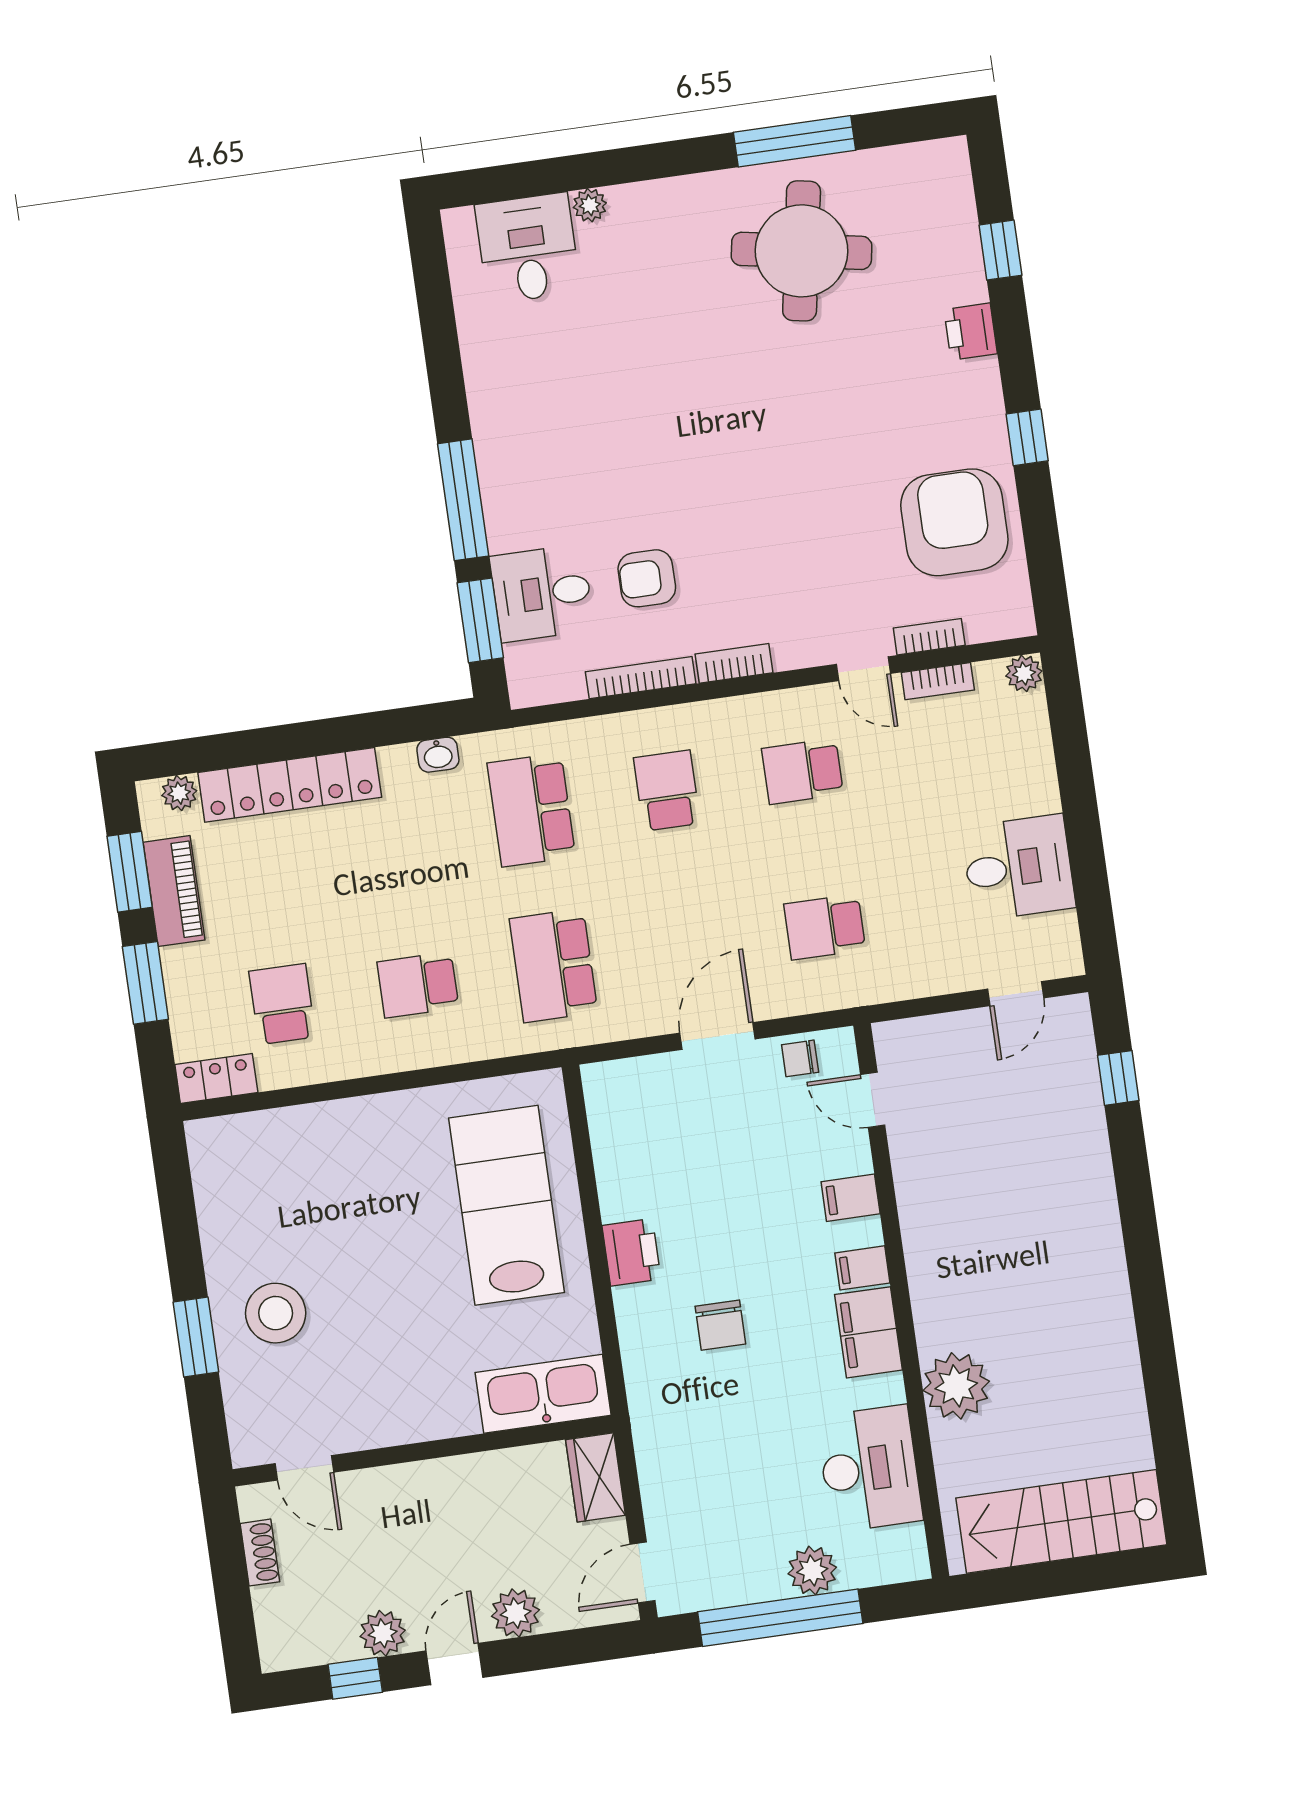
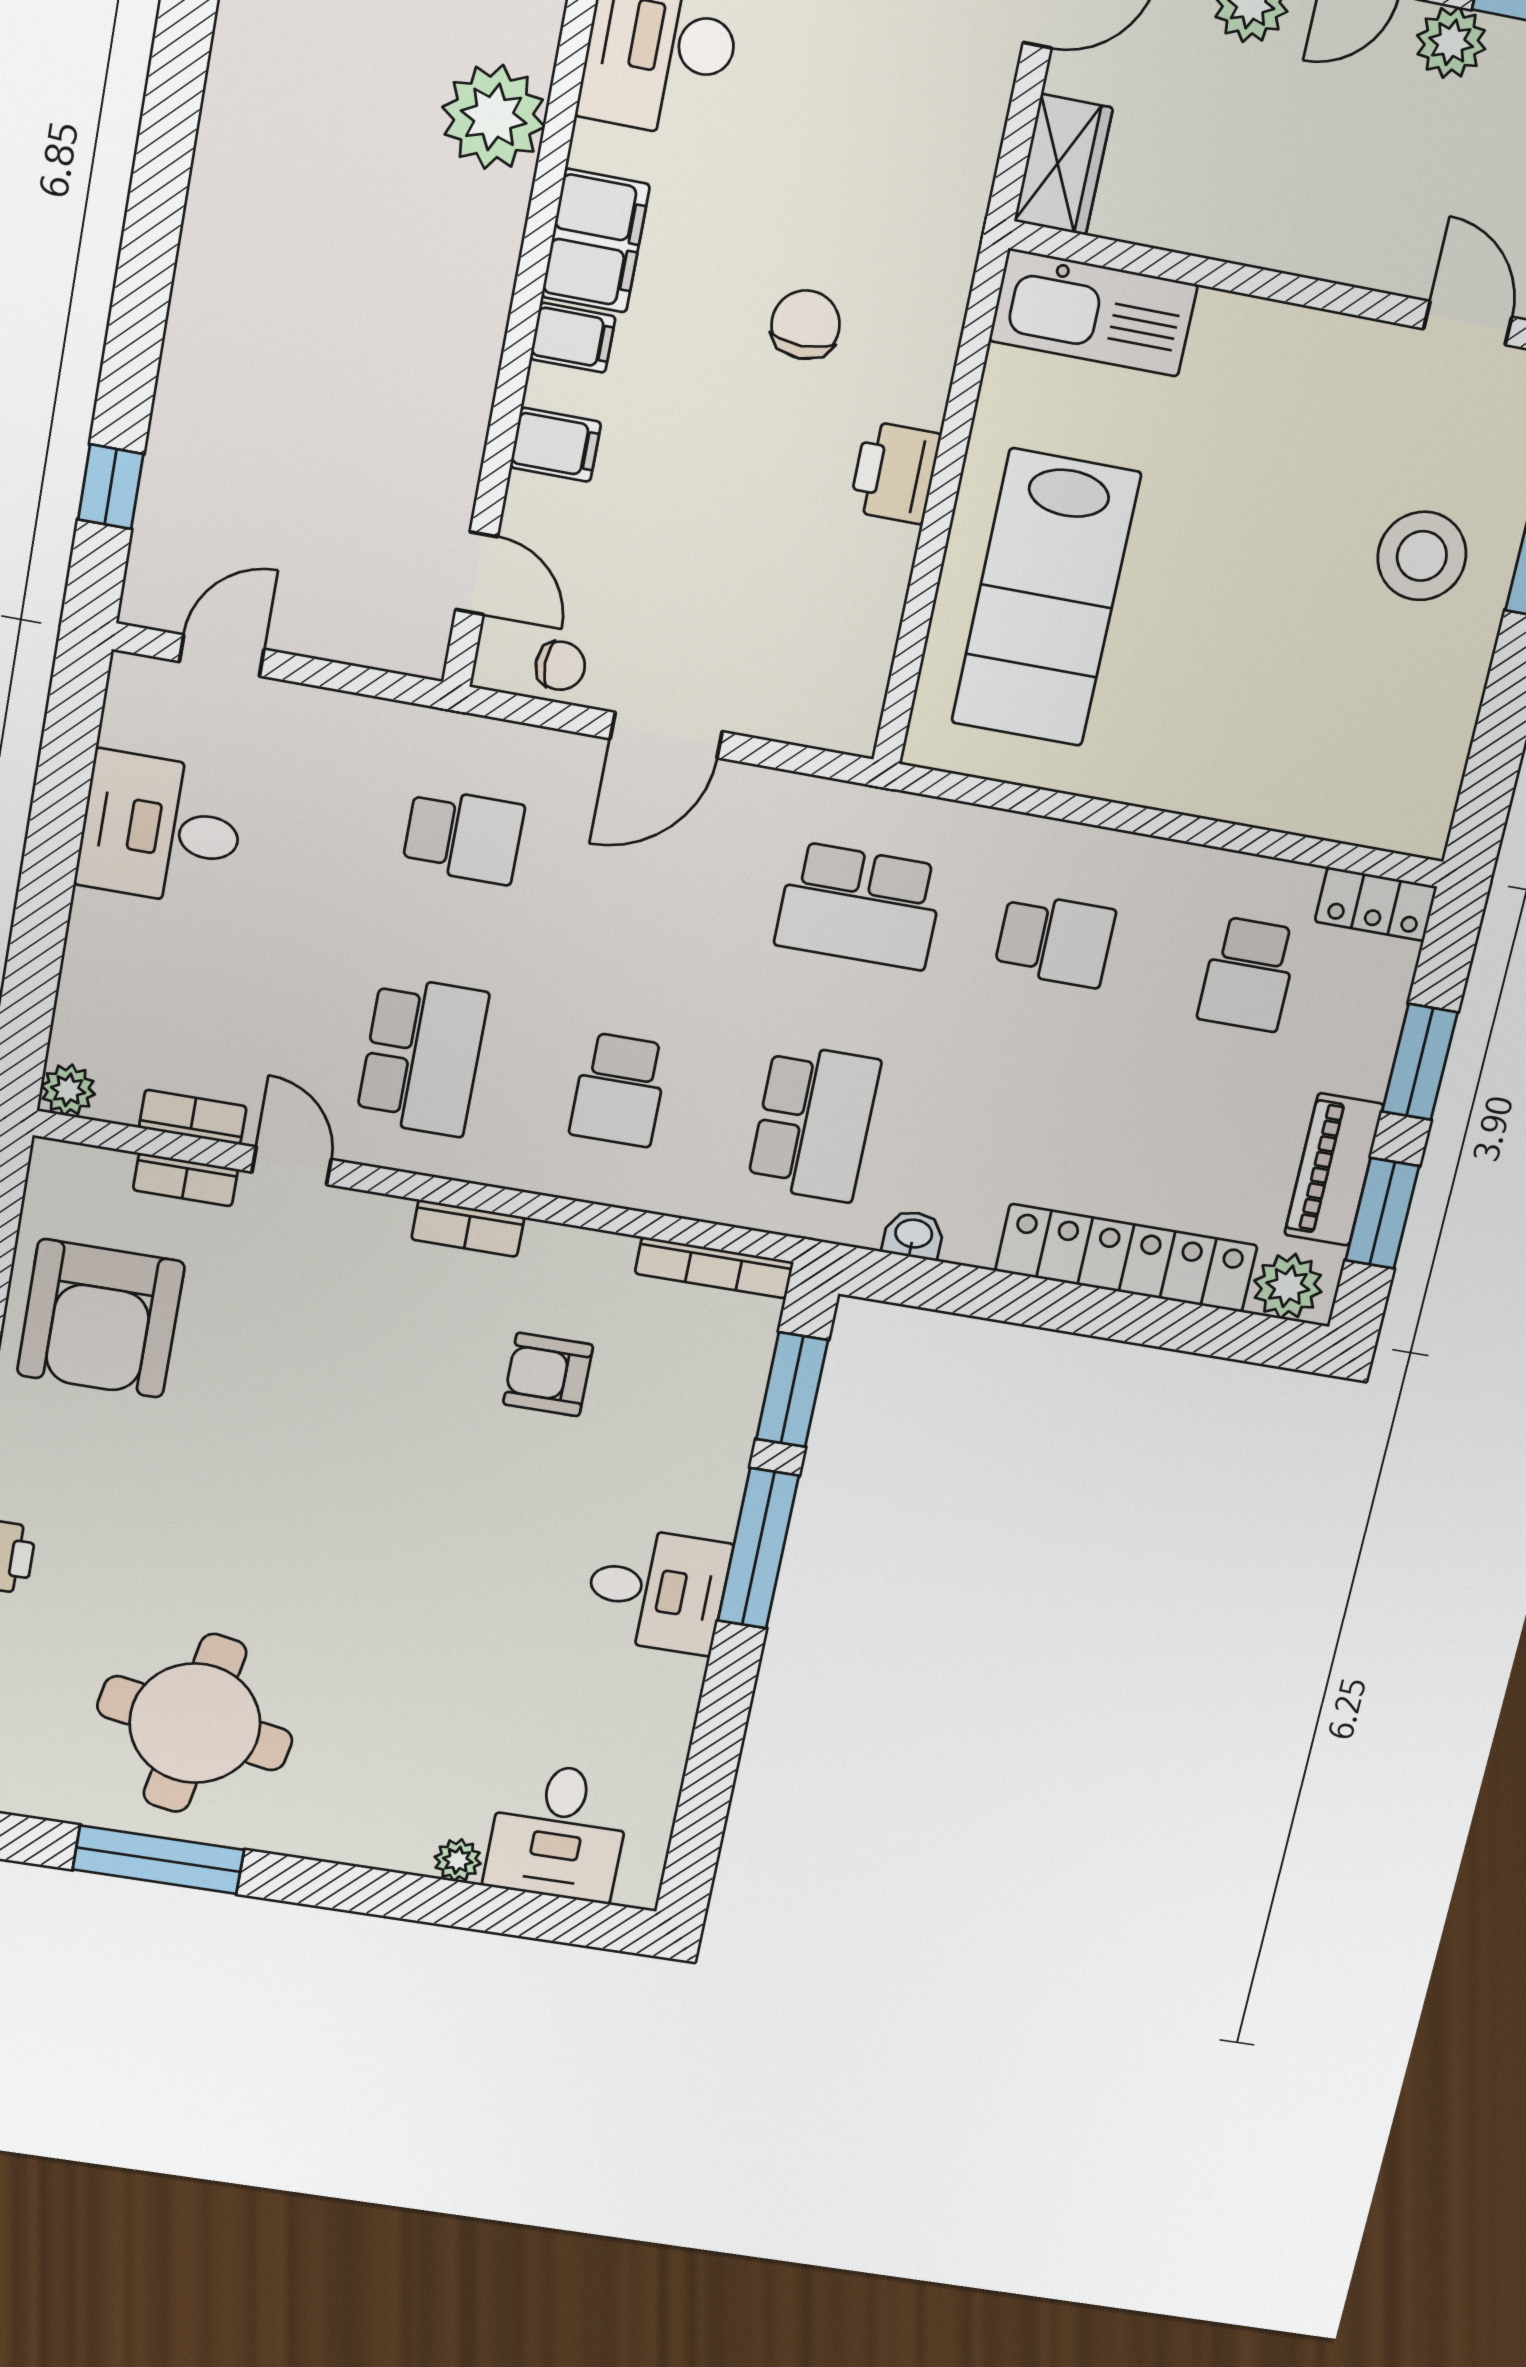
armchair: (647, 578) -> (548, 1375), turned 180
desk: (542, 593) -> (657, 1590), moved
bookcase: (641, 678) -> (714, 1268), moved
school desk: (803, 771) -> (422, 1056), width x1.85
plant: (179, 793) -> (1288, 1286), width x1.38, depth x1.38
school desk: (553, 966) -> (860, 906), turned 90

